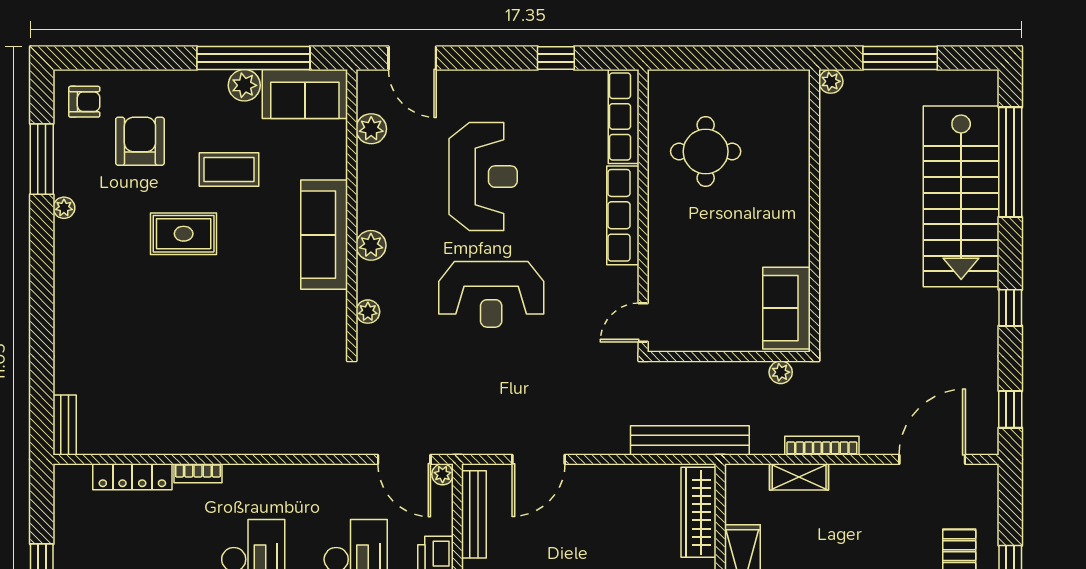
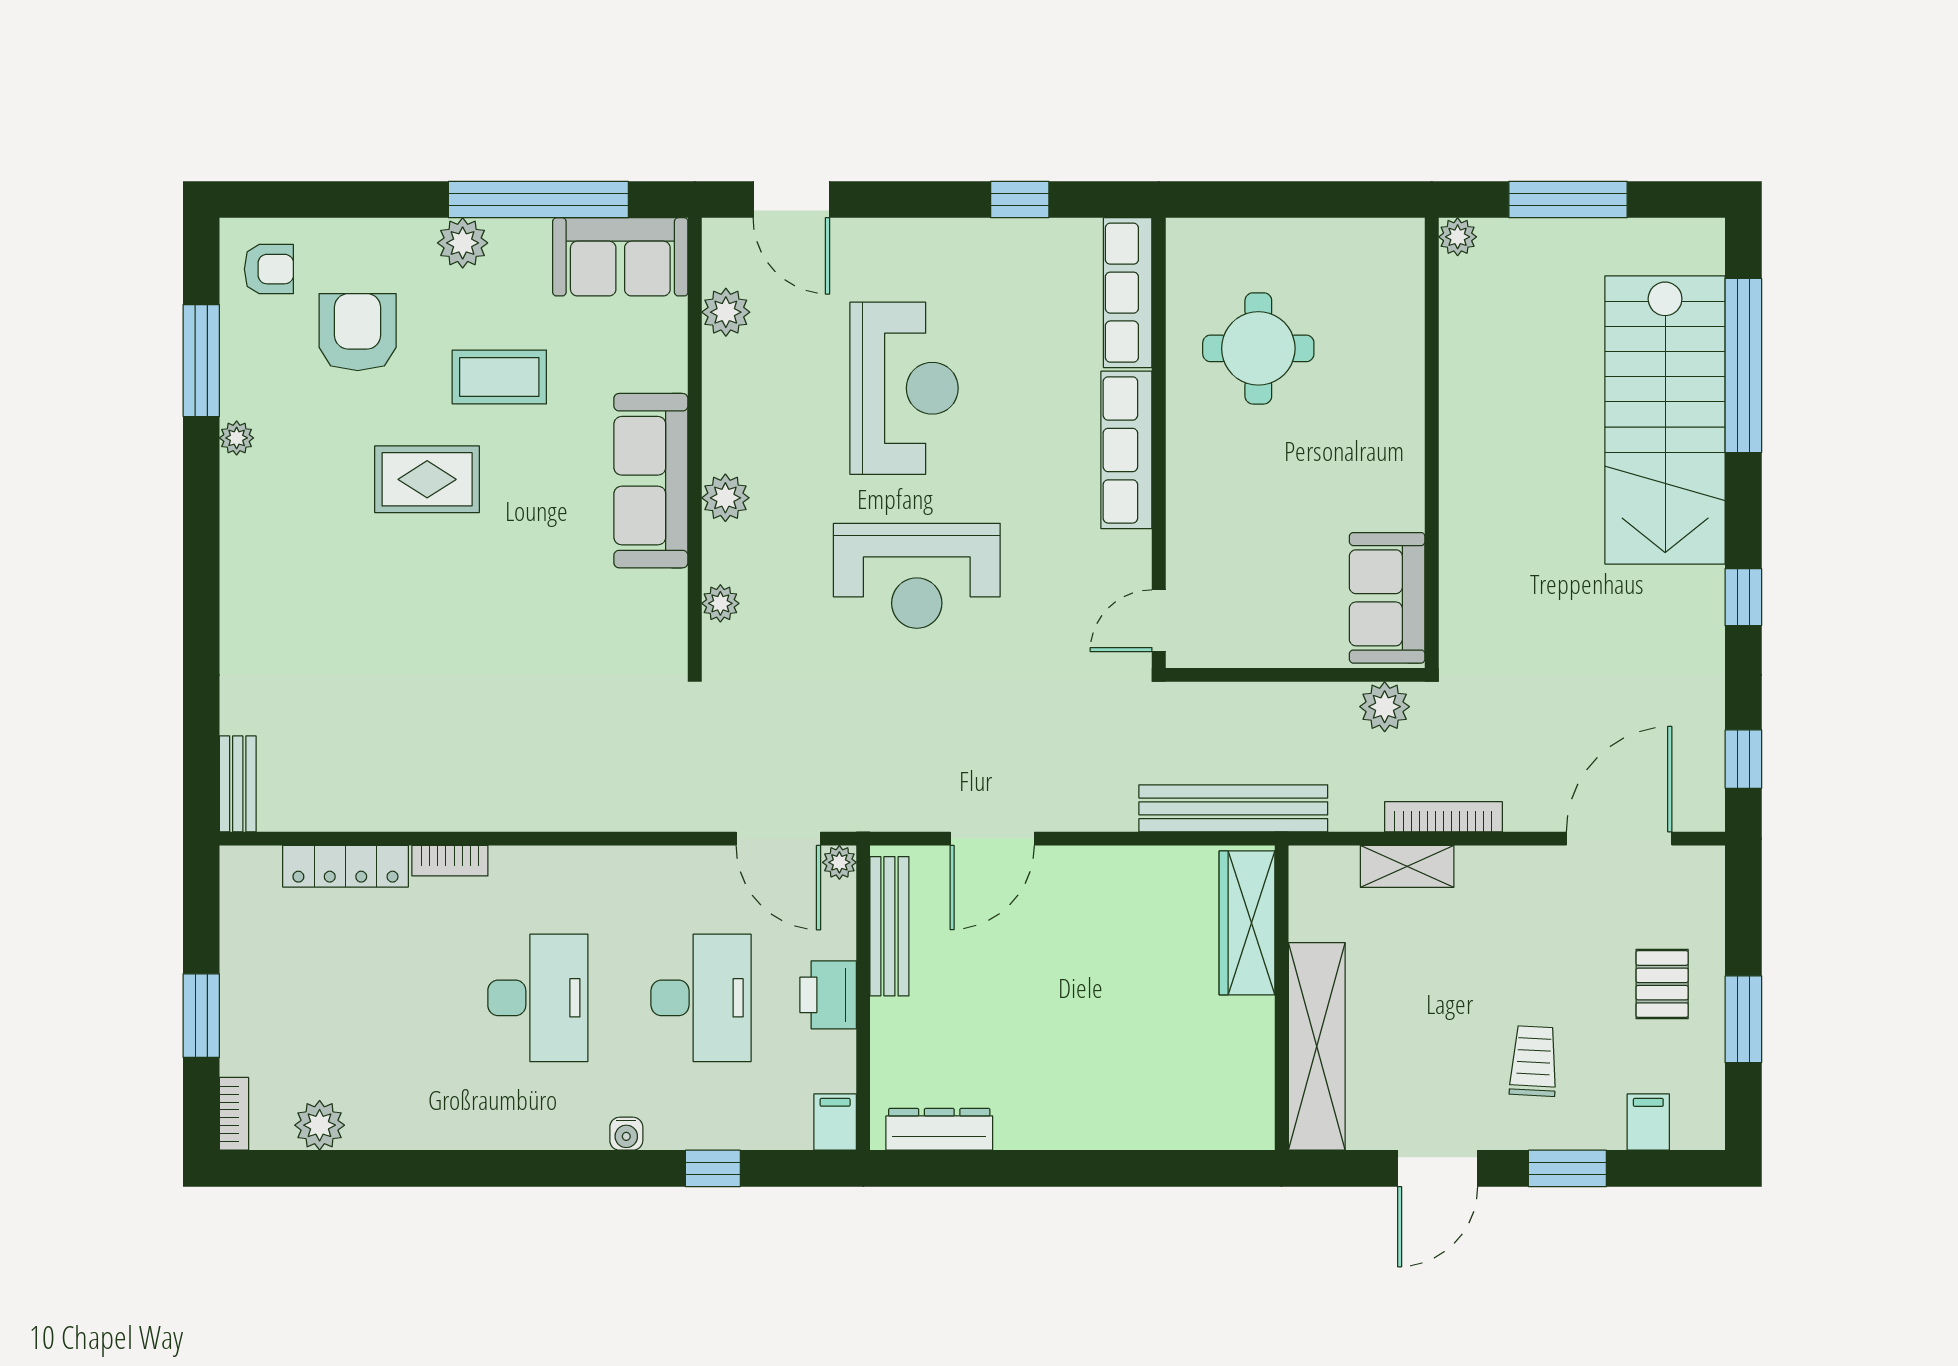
plant: (244, 85) -> (463, 243), moved
plant: (781, 372) -> (1385, 707), width x1.38, depth x1.38

